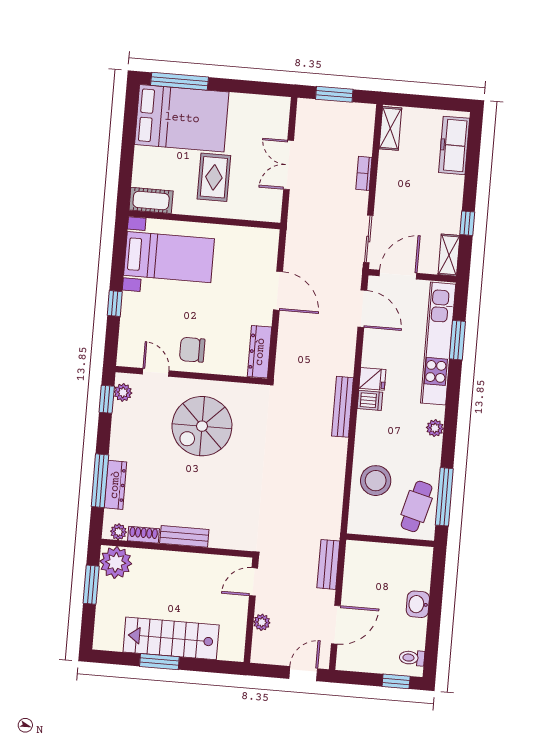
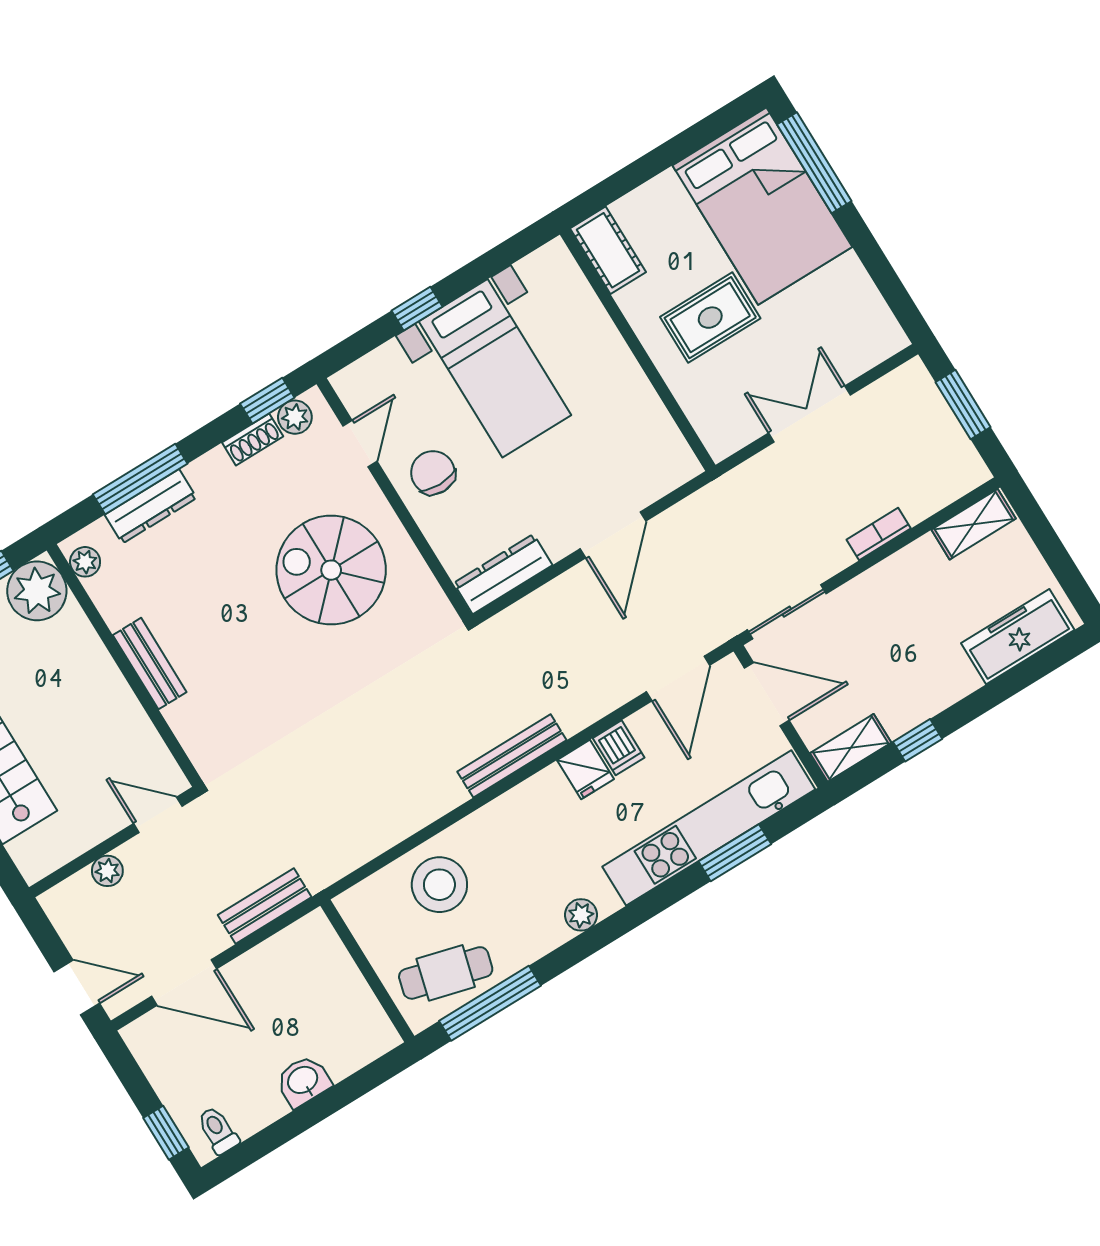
bed with nightstands: (169, 257) -> (495, 368), moved
dishwasher: (370, 400) -> (619, 748), moved
shoe rack: (143, 535) -> (253, 439), moved, turned 90

